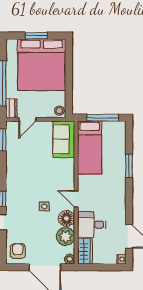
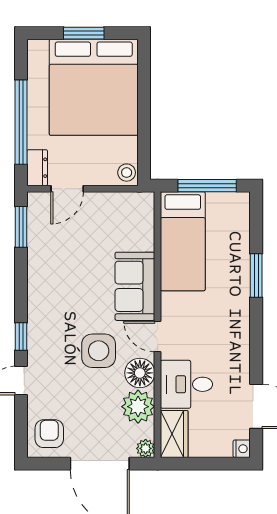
sofa: (64, 139) -> (135, 286), moved
side table: (44, 206) -> (99, 351), width x1.87, depth x1.87

